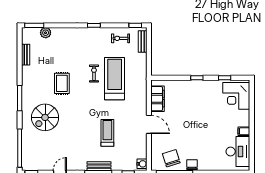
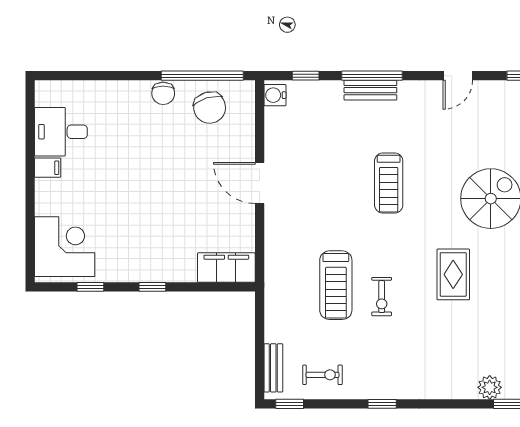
treadmill: (115, 79) -> (336, 285), width x0.73, depth x0.73
filing cabinet: (157, 99) -> (226, 268), moved, turned 90
treadmill: (107, 133) -> (389, 183), moved
desk: (238, 151) -> (61, 132), width x0.73

